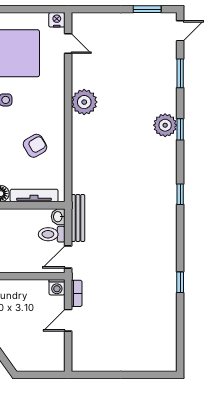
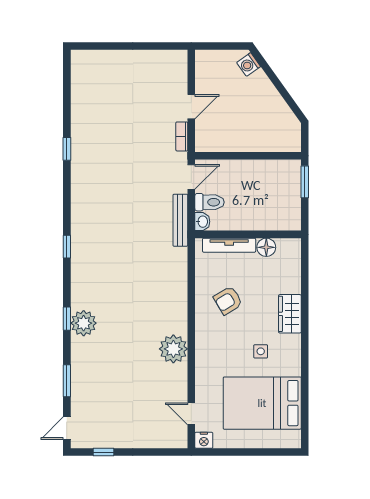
window: (147, 9) -> (104, 452), width x0.67
washing machine: (57, 287) -> (249, 64), moved, turned -125

